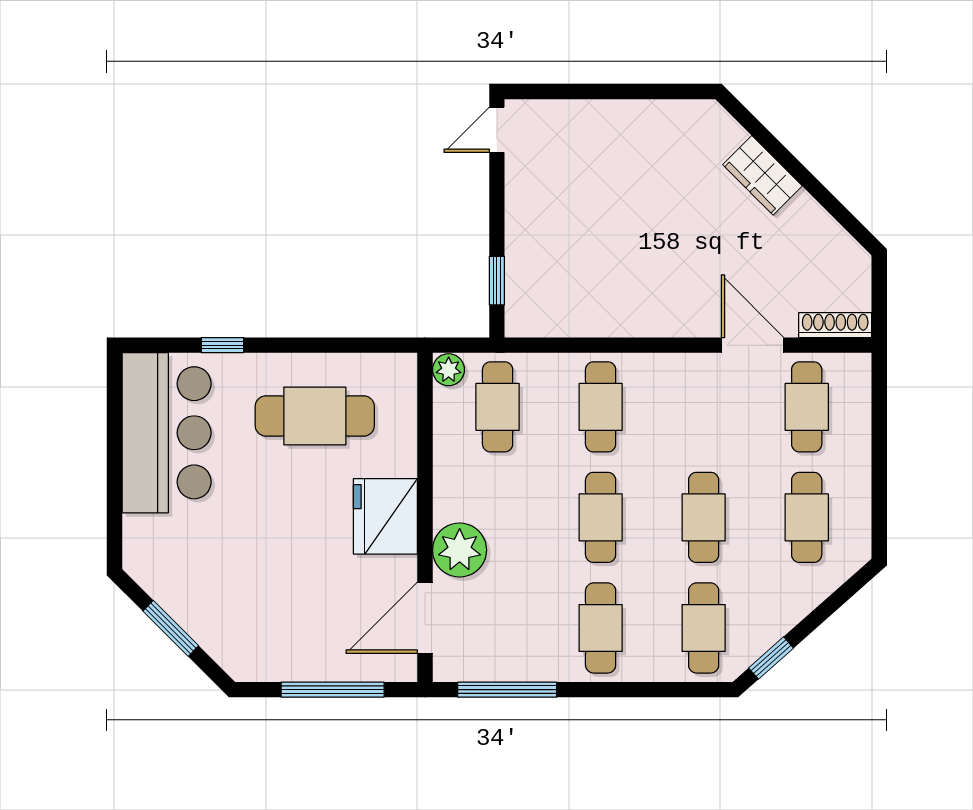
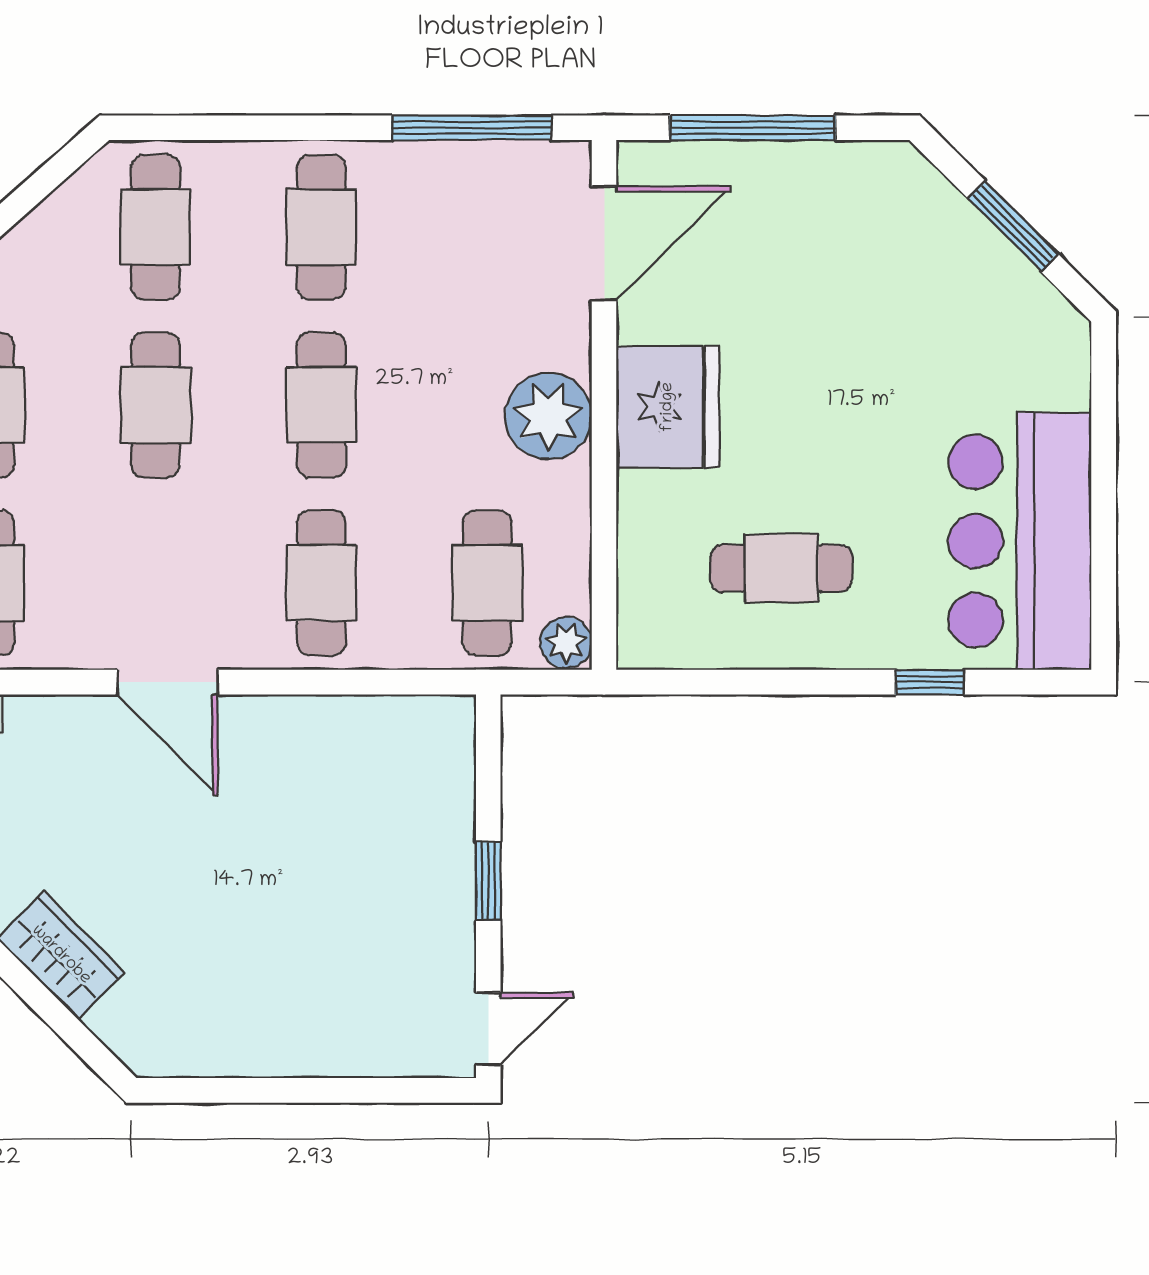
window: (497, 281) -> (488, 881), moved
door: (753, 345) -> (167, 682), moved
cafe table: (315, 416) -> (781, 568), width x0.73, depth x0.74
plant: (460, 550) -> (548, 416), moved
window: (771, 658) -> (47, 179), removed

